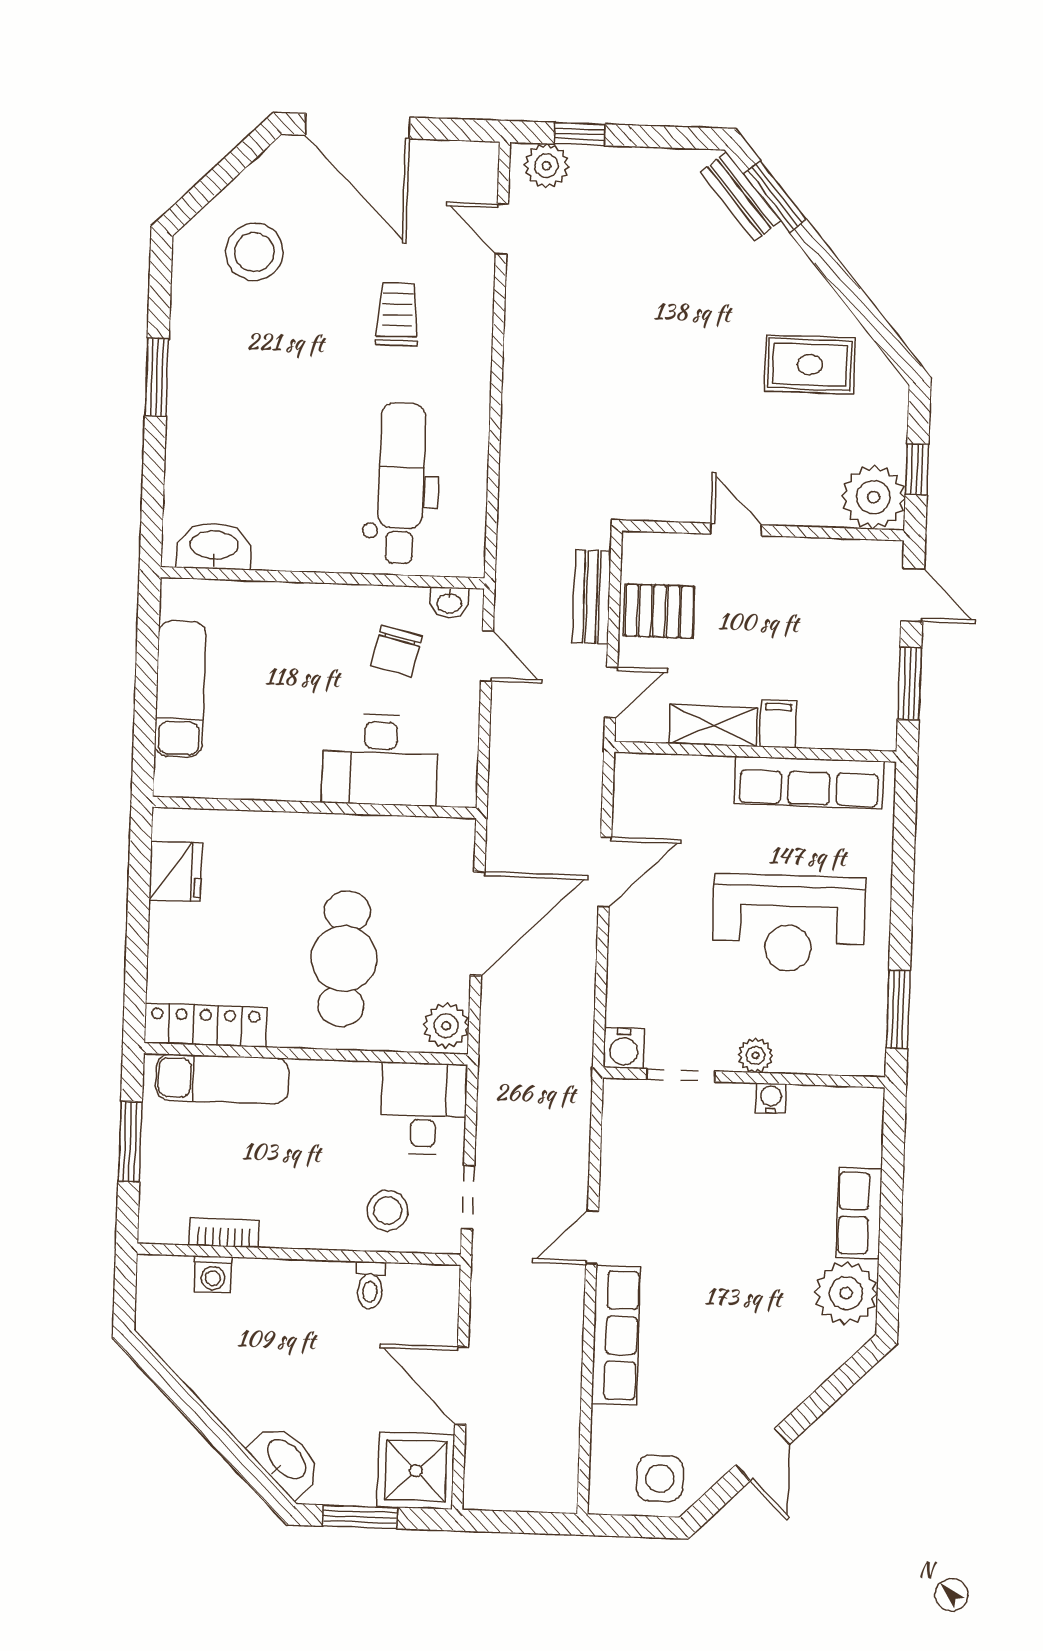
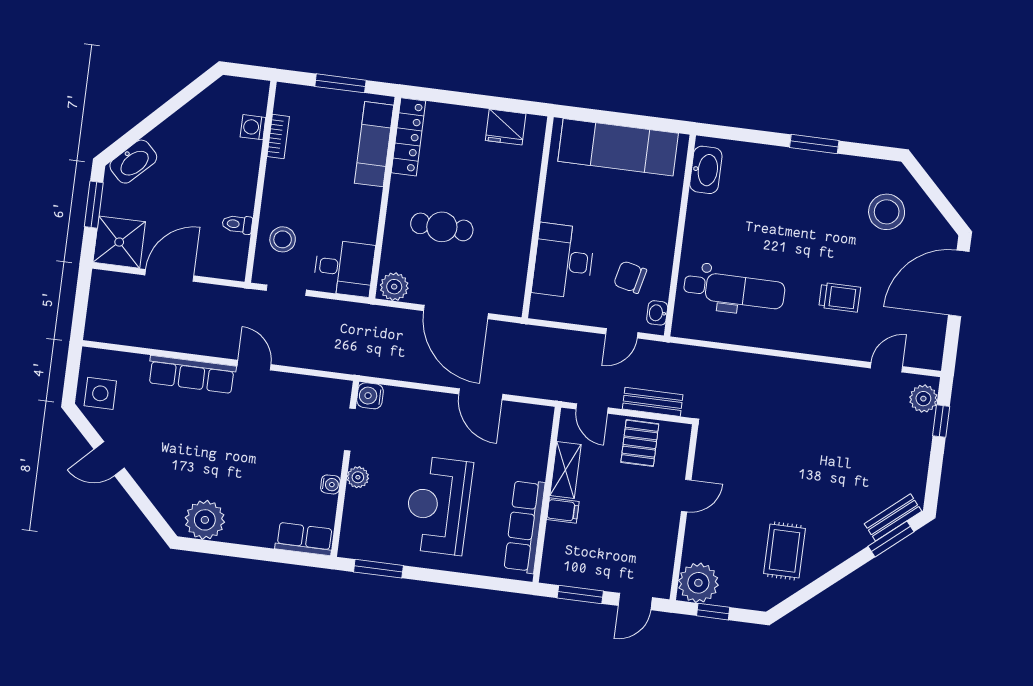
exam couch: (180, 689) -> (618, 147), width x1.36, depth x1.45
cafe table: (344, 959) -> (442, 227), width x0.73, depth x0.74
row of seats: (859, 1213) -> (304, 539), moved

